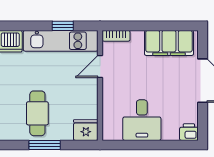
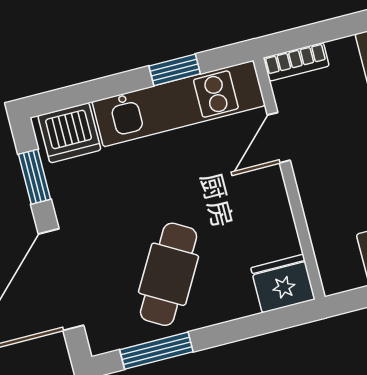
cafe table: (37, 113) -> (169, 274), turned 30
window: (45, 145) -> (156, 351), moved

